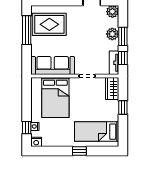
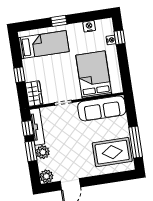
tv unit: (114, 63) -> (37, 127), width x1.41
nightstand: (36, 142) -> (89, 26), moved

